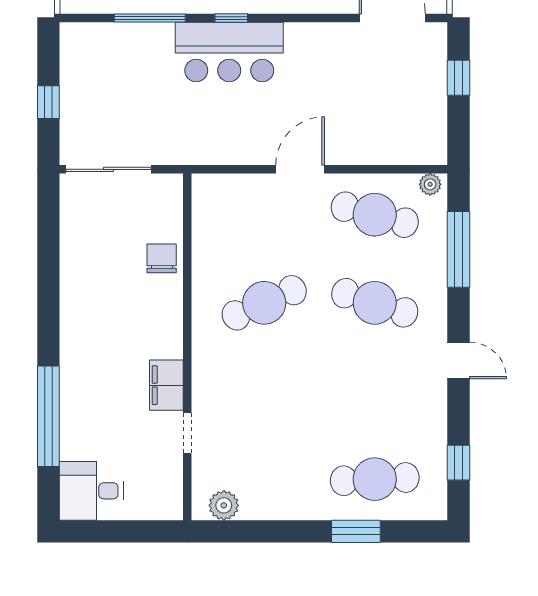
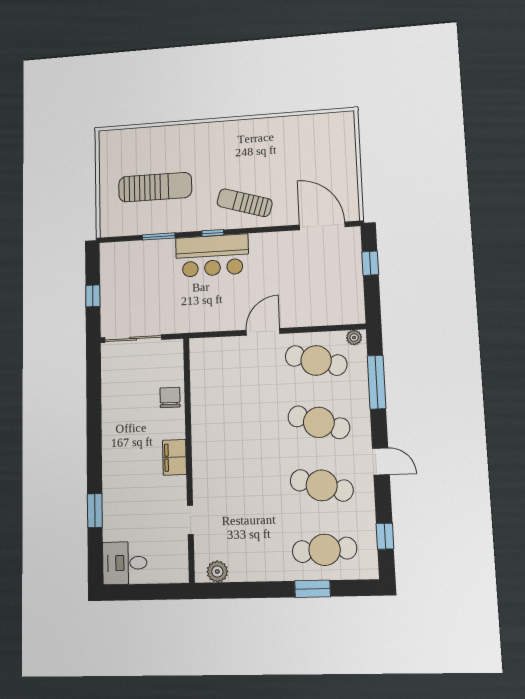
window: (150, 18) -> (159, 236), width x0.69
cafe table: (264, 303) -> (322, 485), moved, turned 39
filing cabinet: (166, 385) -> (175, 457), moved
window: (48, 416) -> (95, 511), width x0.47

